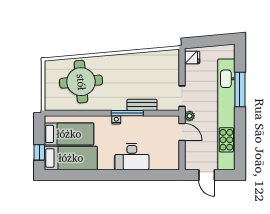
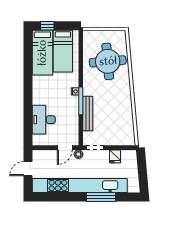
fridge: (192, 58) -> (115, 156), moved
bench: (142, 105) -> (88, 113), width x1.36
desk: (132, 156) -> (44, 120), moved

